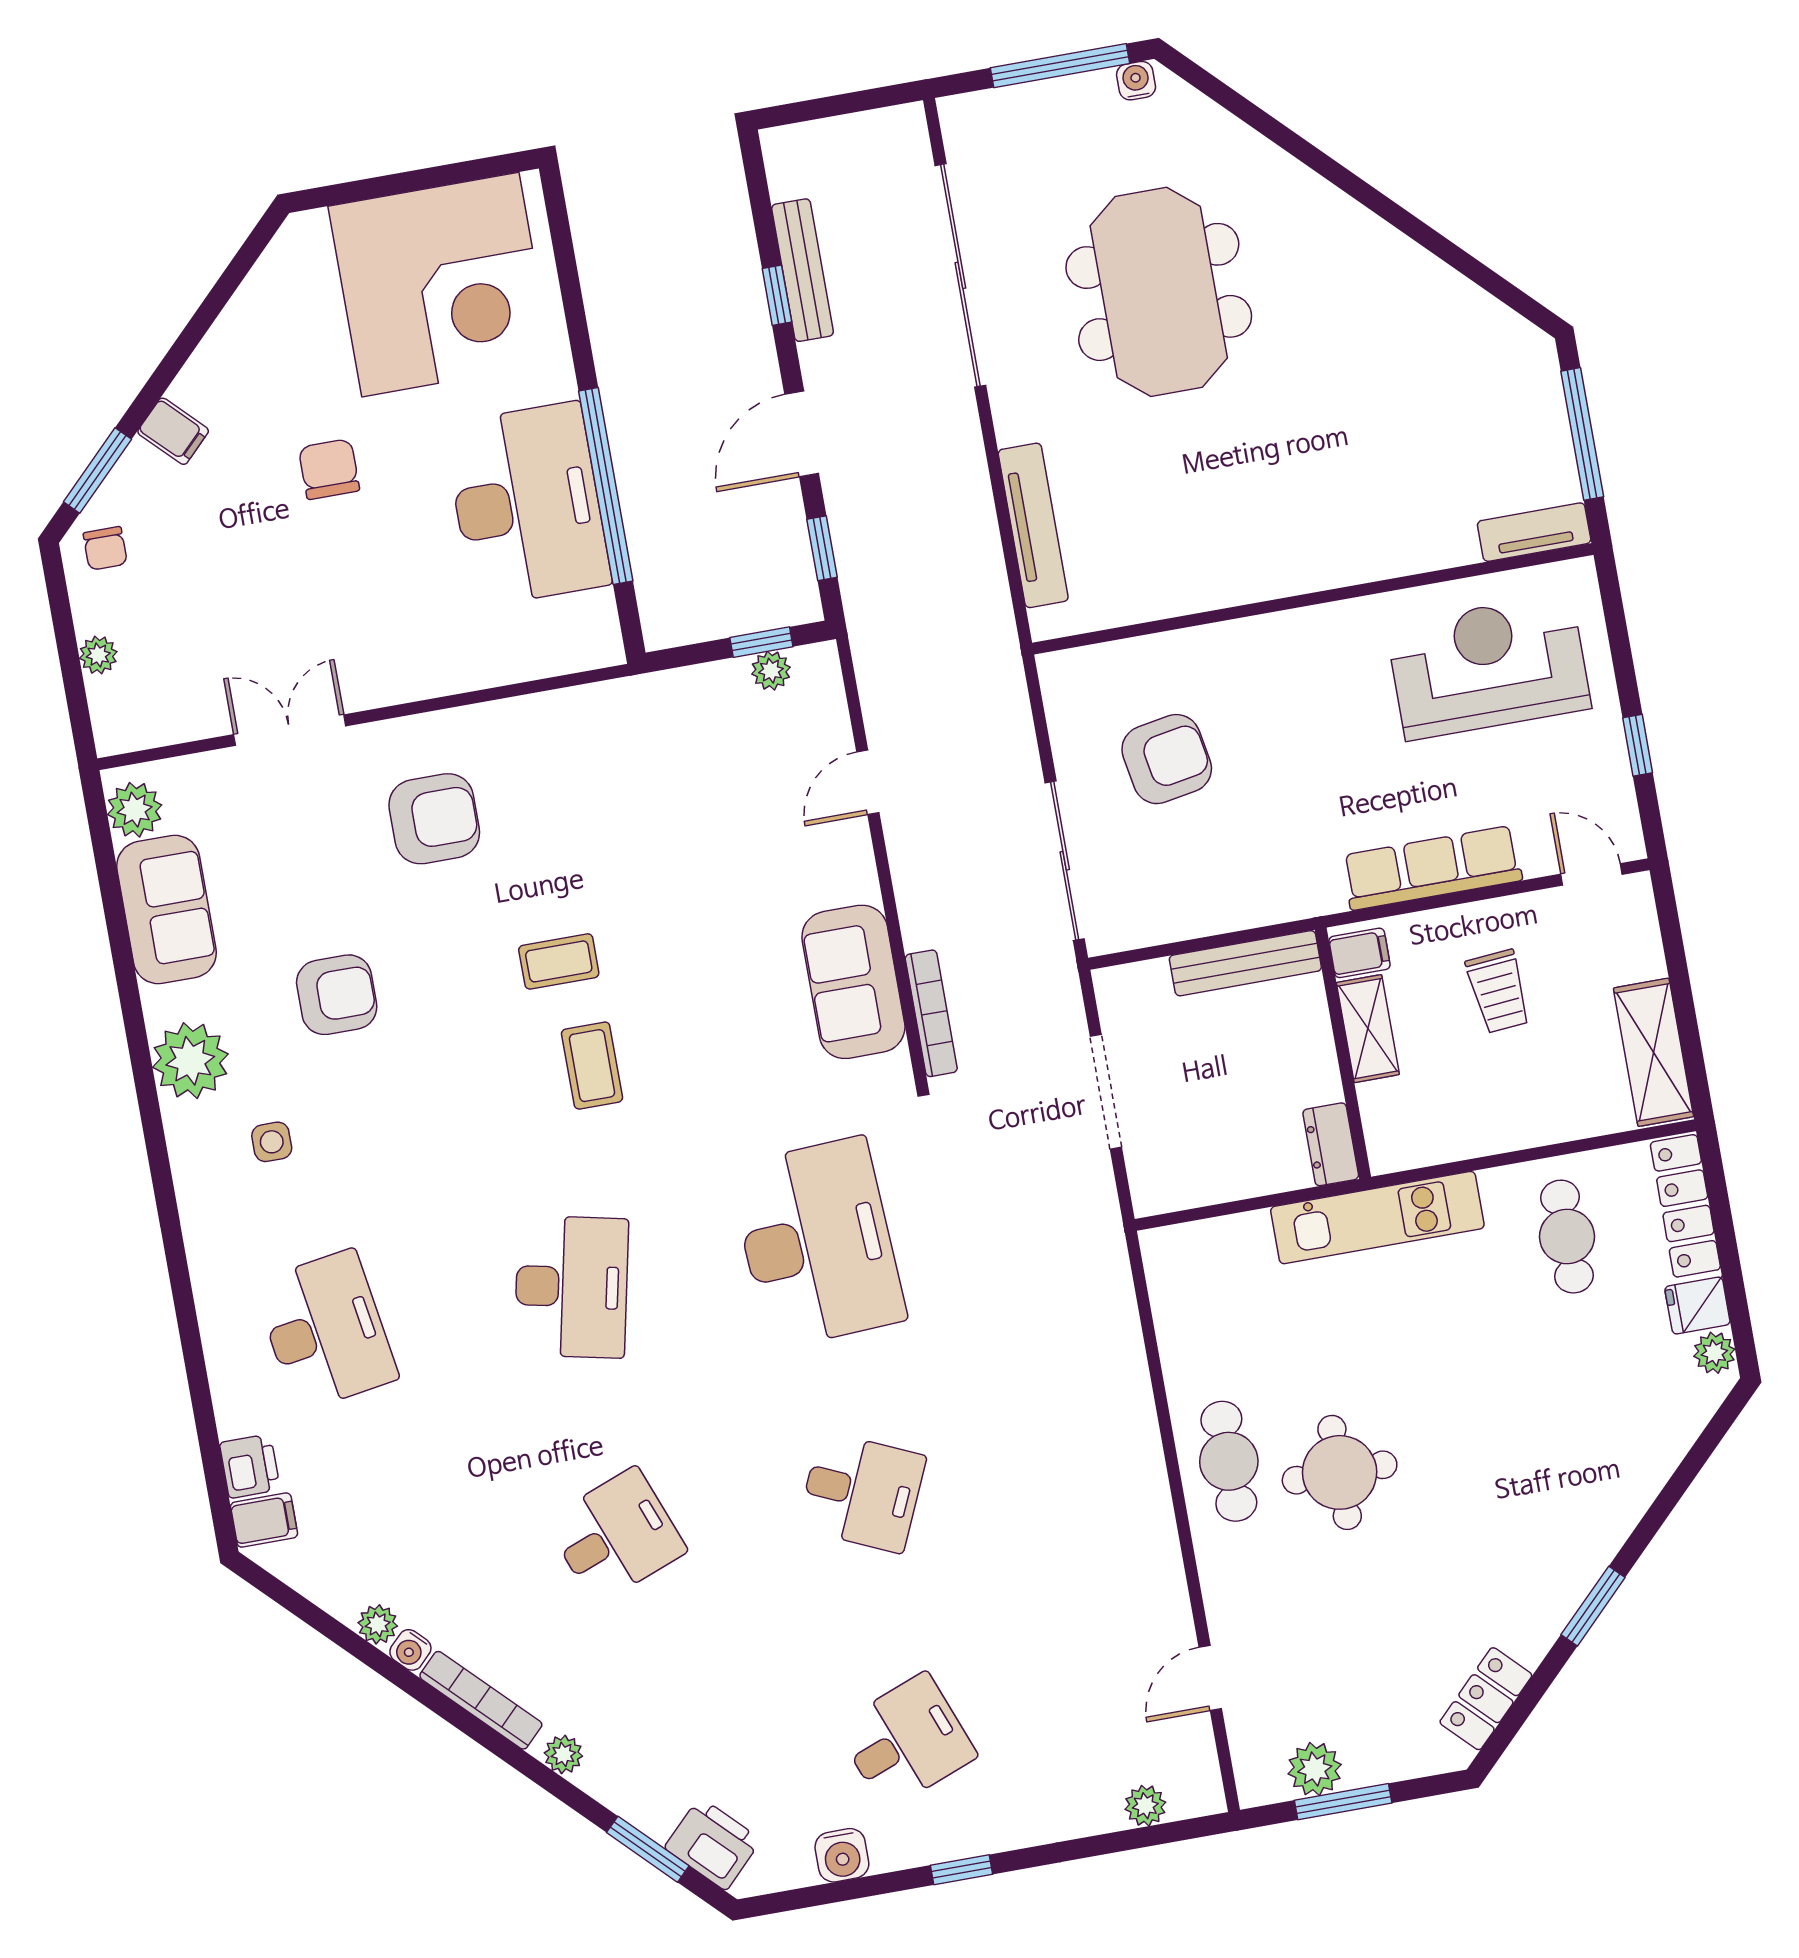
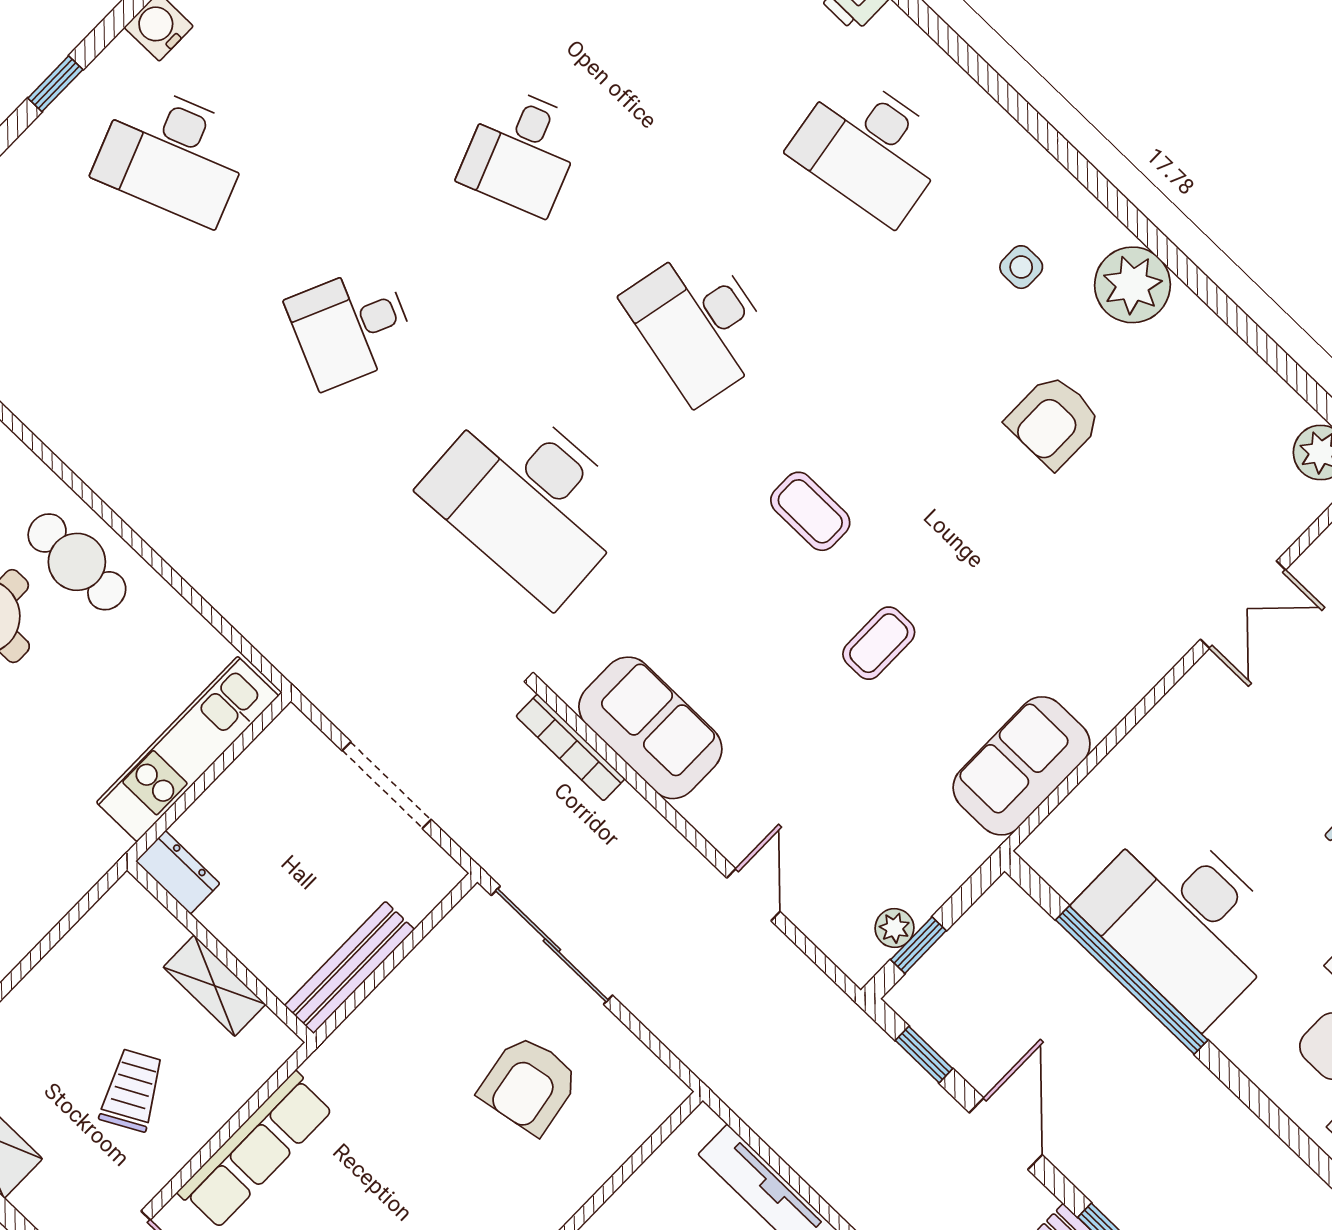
armchair: (434, 819) -> (1077, 617), removed
sofa: (167, 909) -> (1022, 766), moved, turned 90
filing cabinet: (1360, 953) -> (265, 1041), removed
coffee table: (559, 961) -> (879, 643), moved
trolley: (1498, 991) -> (132, 1090), turned 67
kitchen unit: (1377, 1218) -> (188, 749), moved
desk: (906, 1741) -> (173, 154), width x1.37

